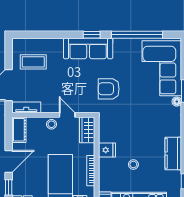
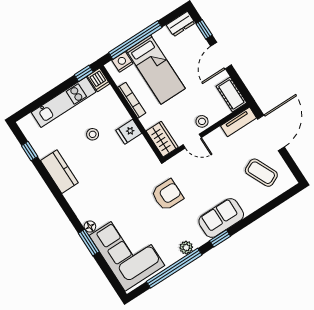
plant: (119, 44) -> (186, 248), added
sofa: (88, 48) -> (221, 218), width x0.73
coffee table: (33, 62) -> (261, 173), turned 65

